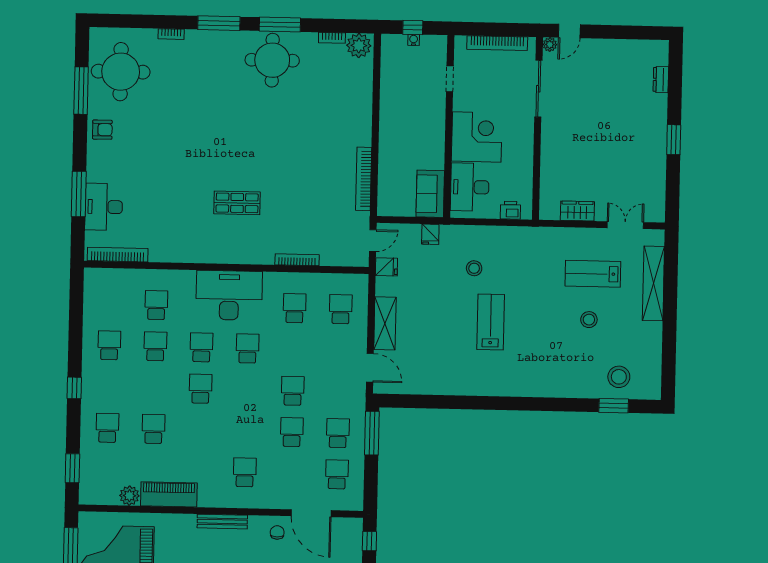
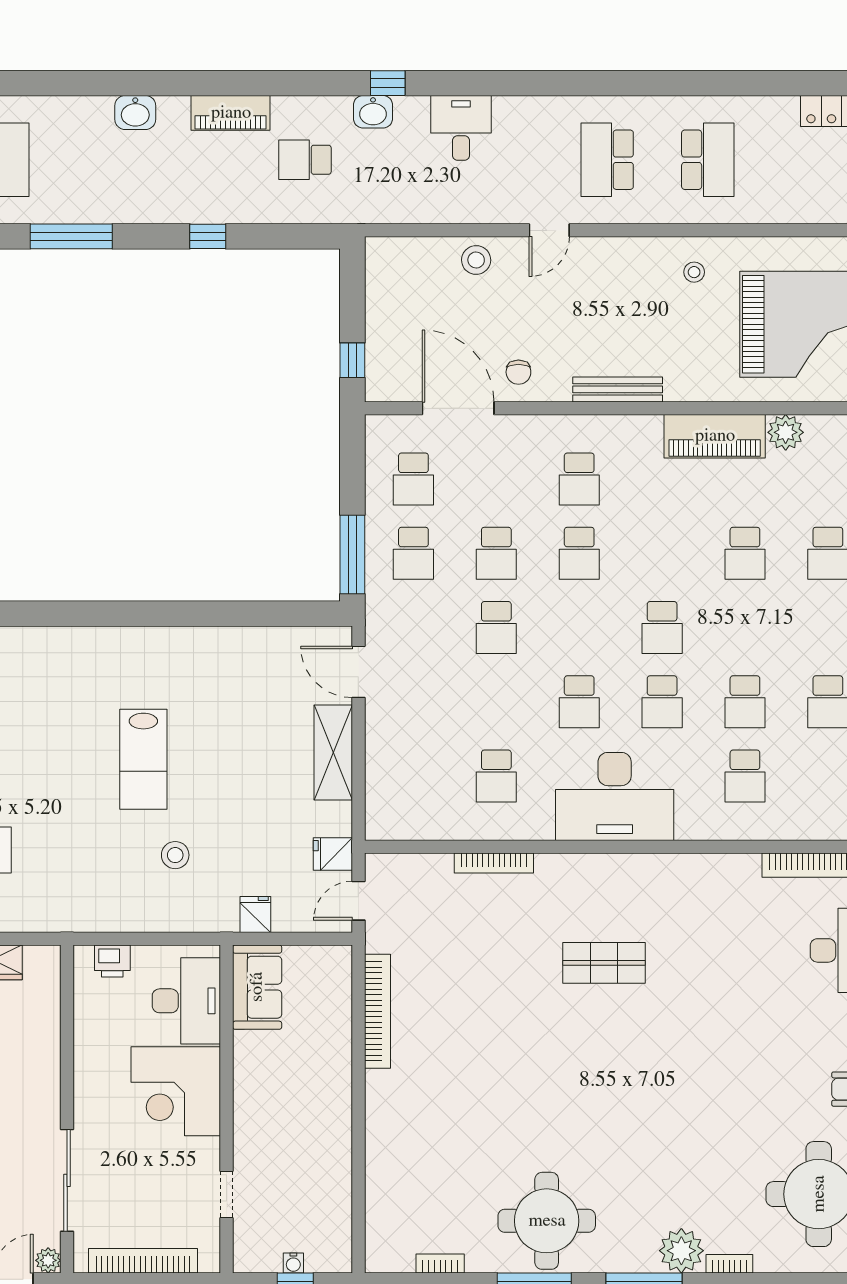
plant: (359, 46) -> (681, 1251), moved
school desk: (341, 309) -> (579, 553), moved

